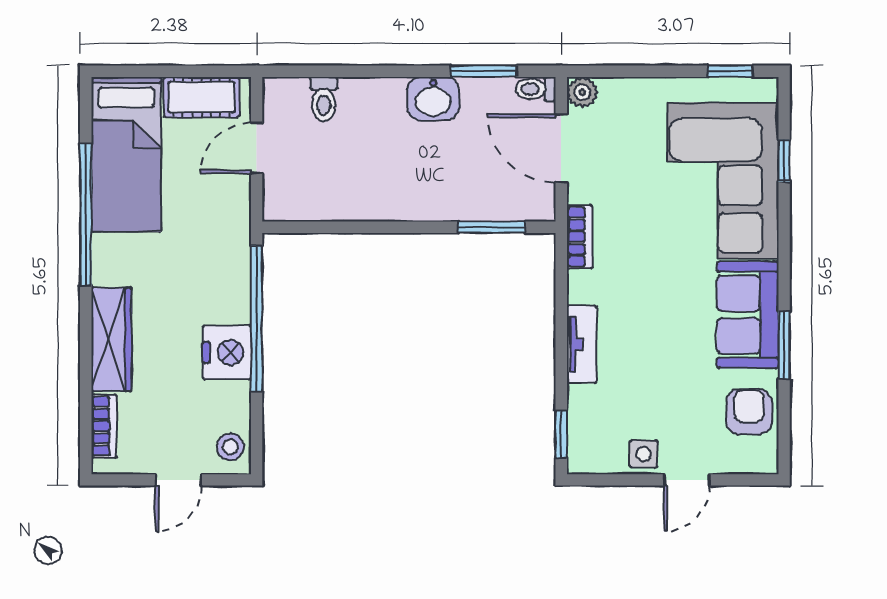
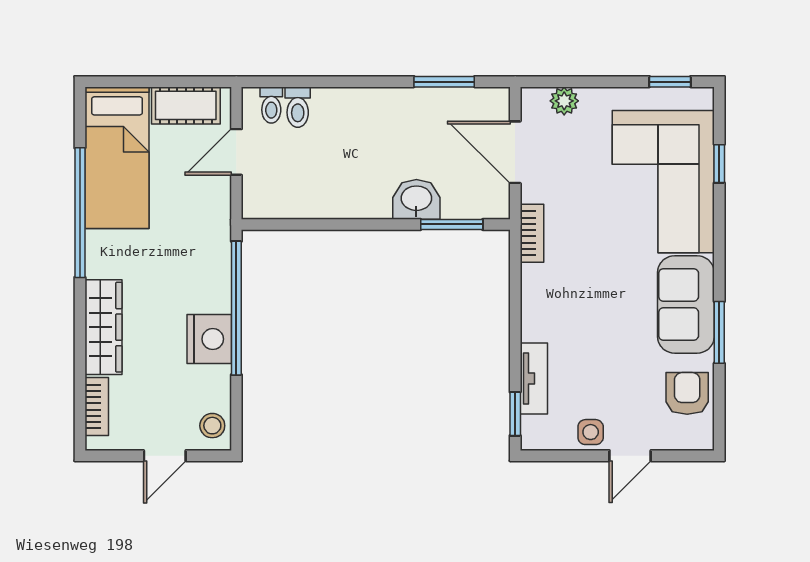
toilet: (536, 89) -> (271, 105), moved, turned -90
plant: (582, 92) -> (564, 101), moved
washbasin: (433, 99) -> (416, 199), moved, turned 180
tv unit: (582, 344) -> (534, 378), moved

